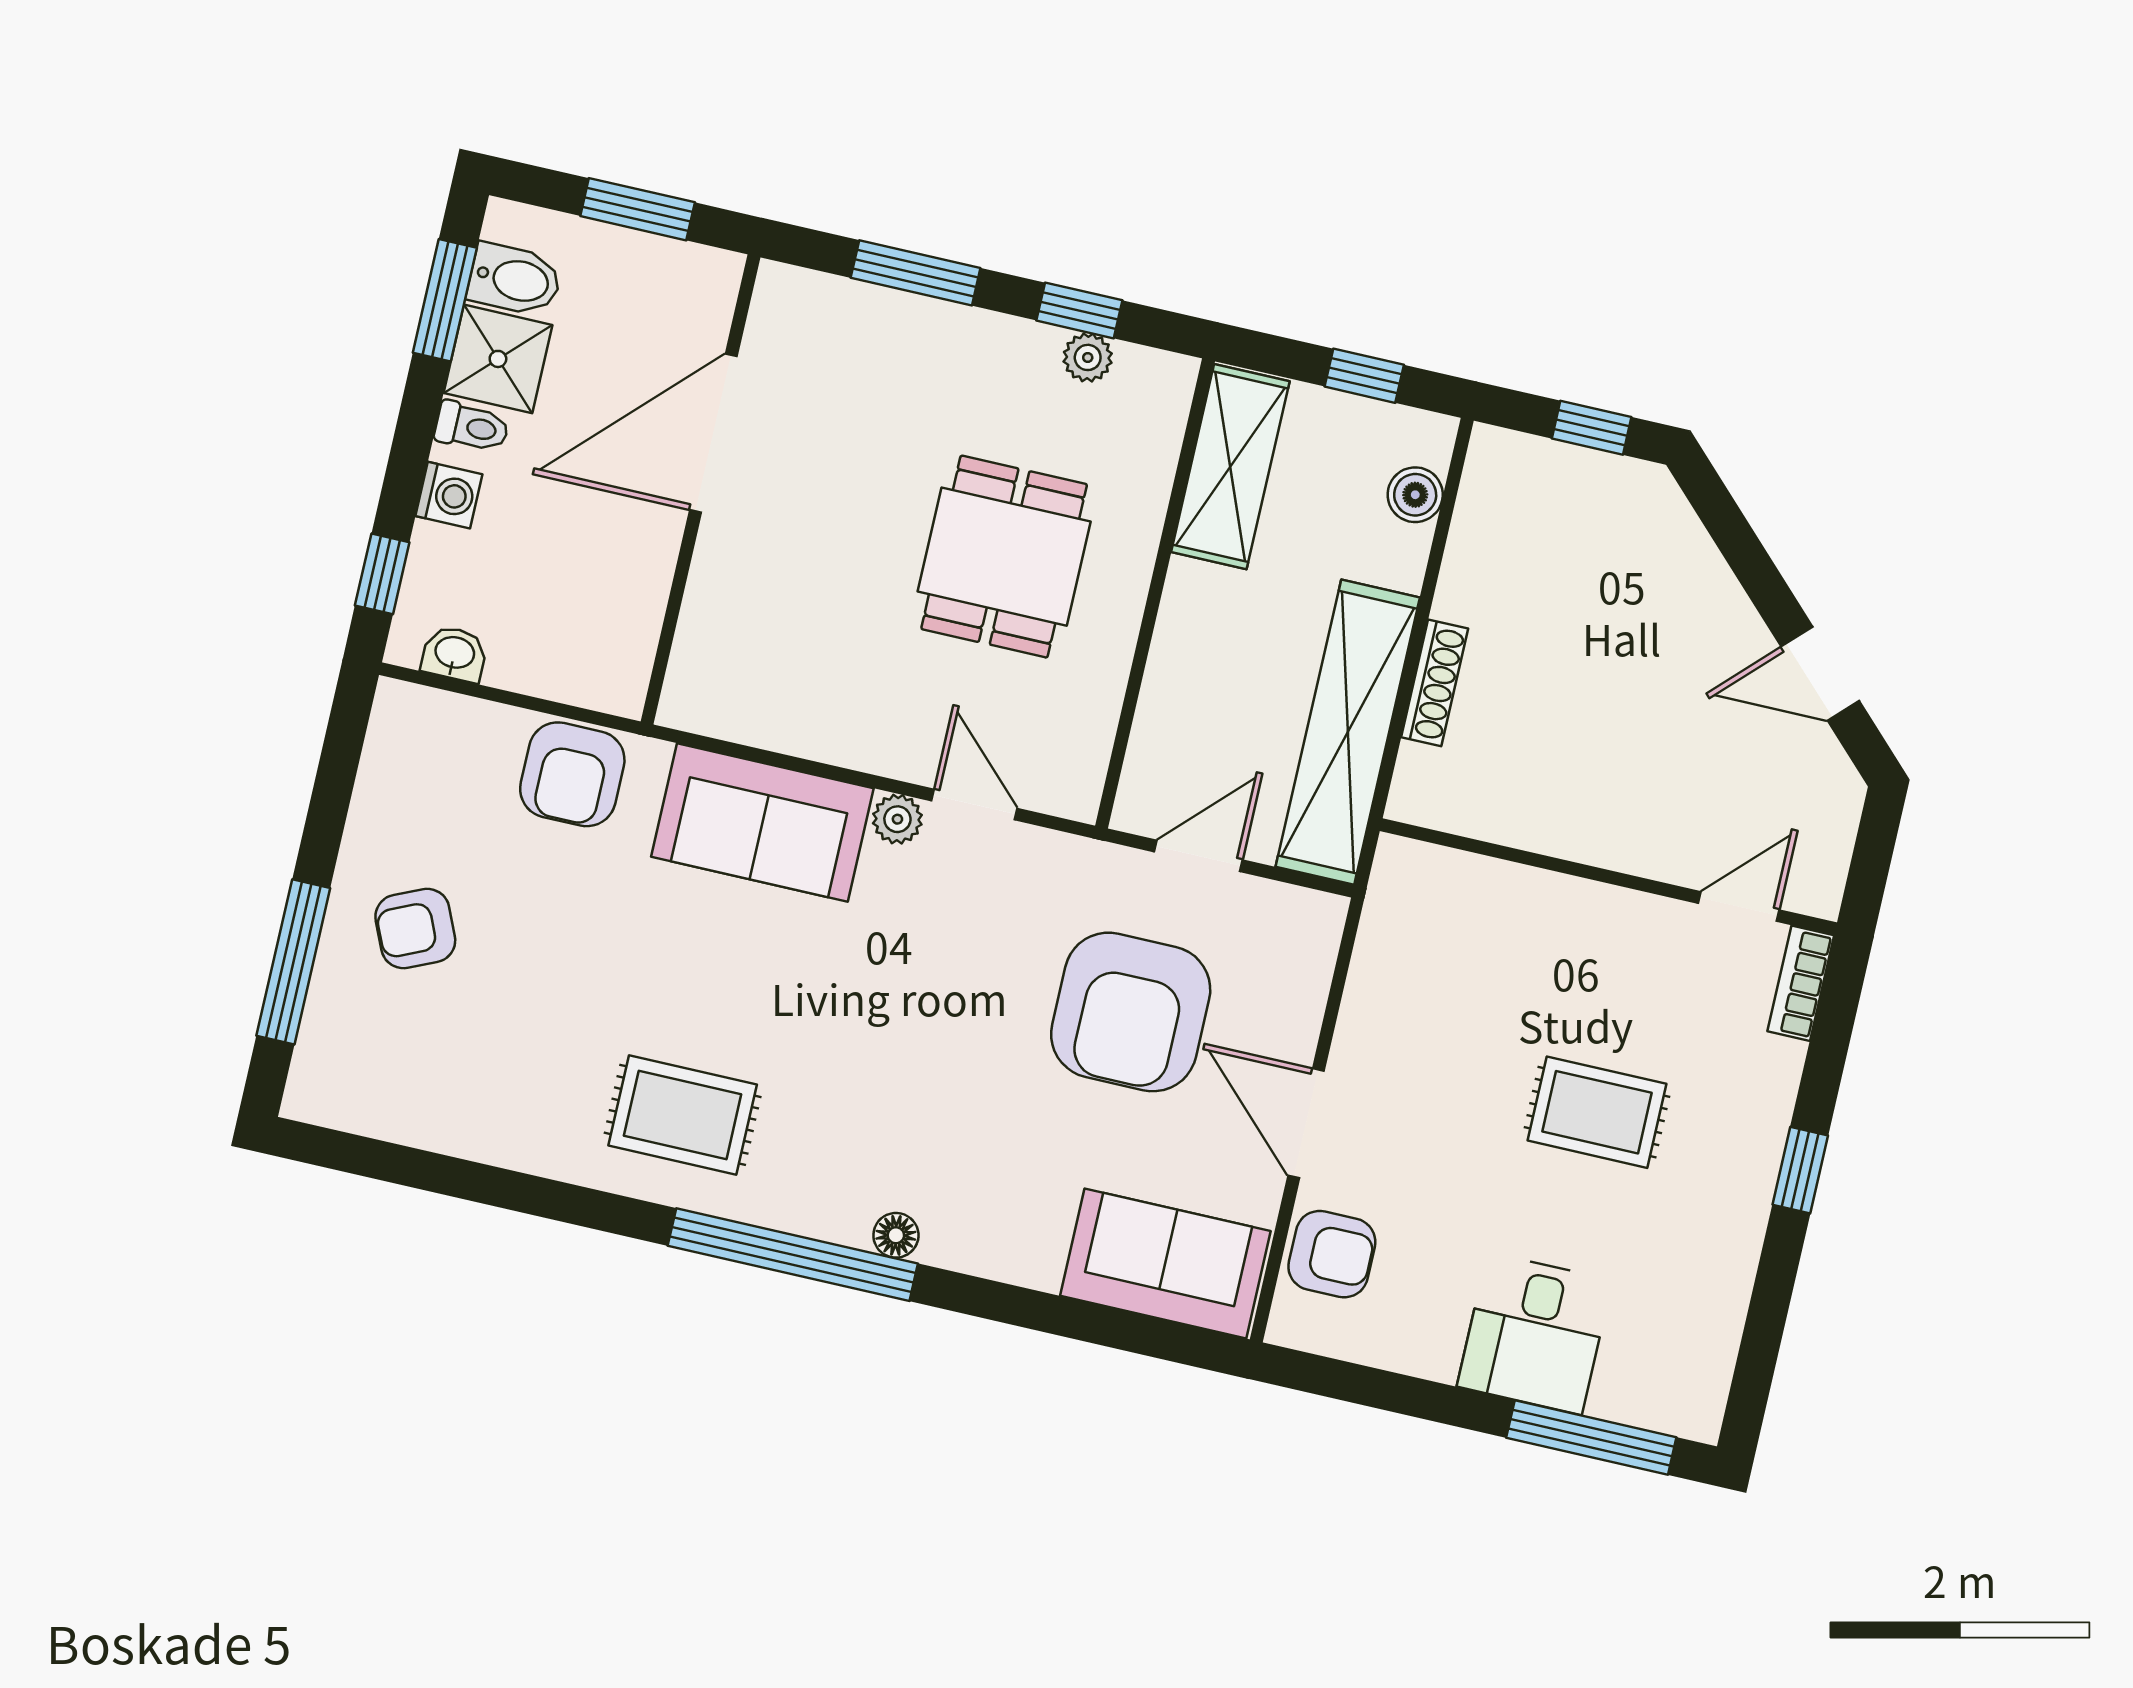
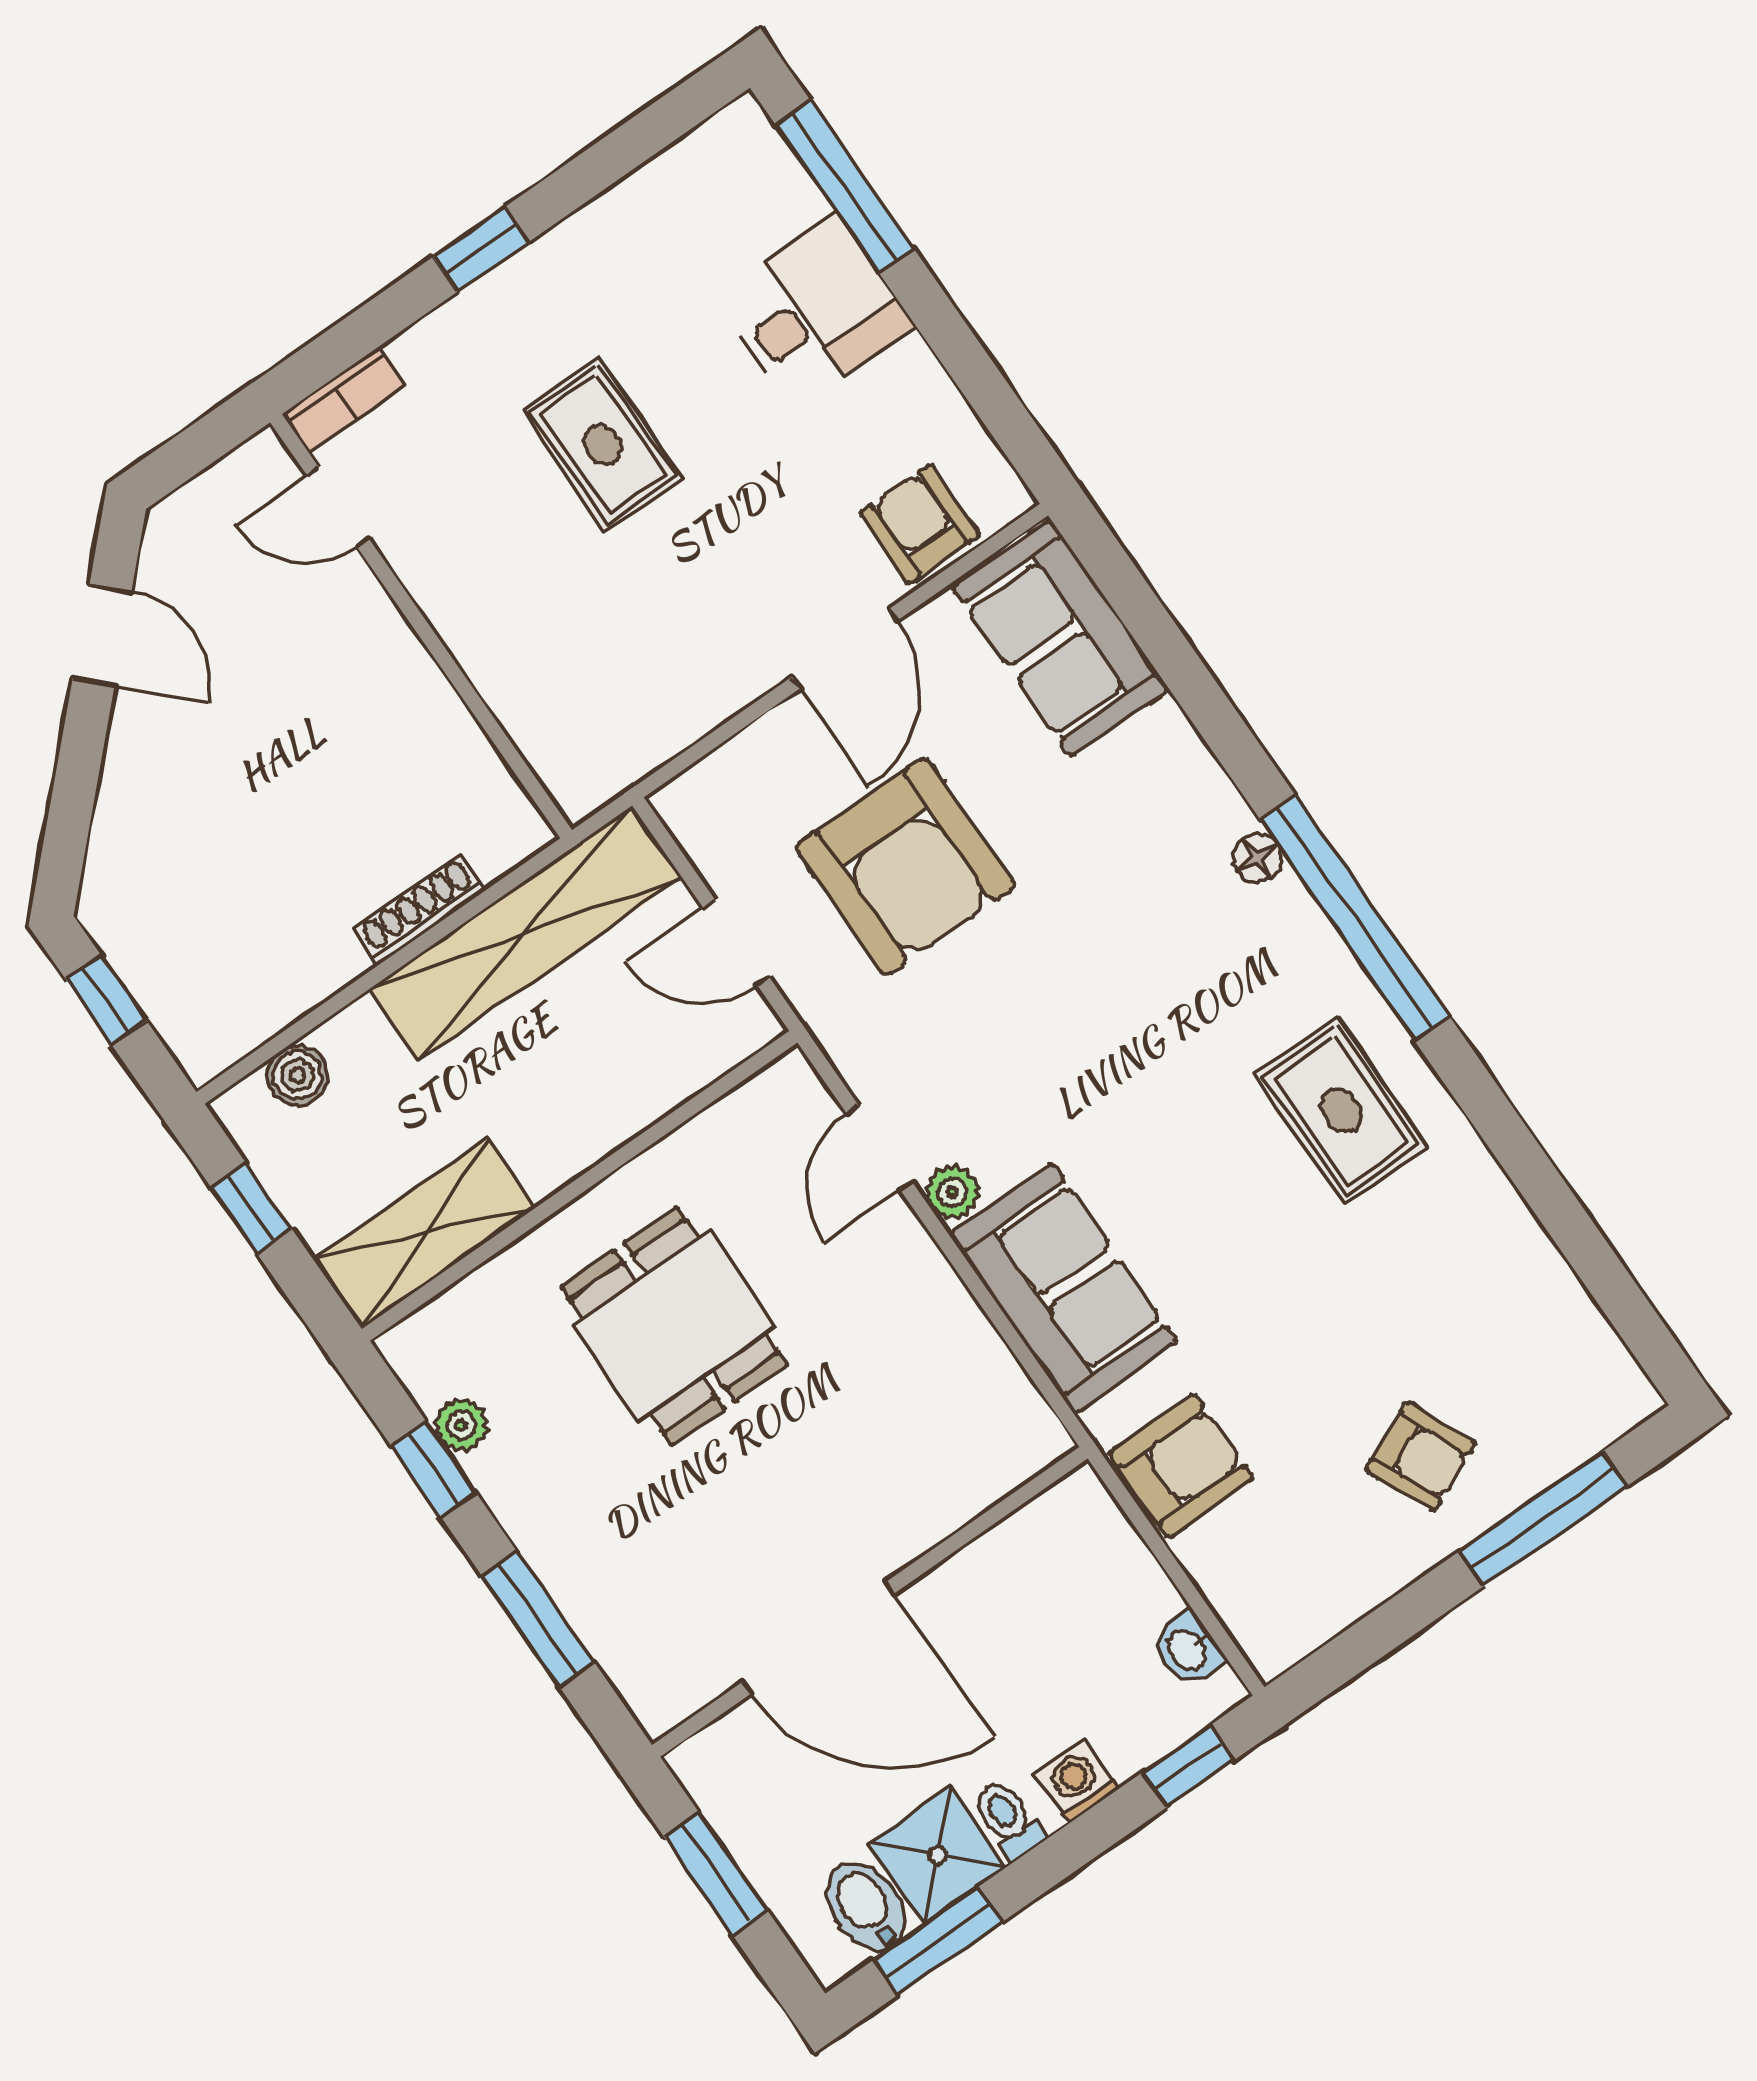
dining table: (1004, 557) -> (674, 1326), turned 90
armchair: (1131, 1012) -> (905, 866), turned 90

